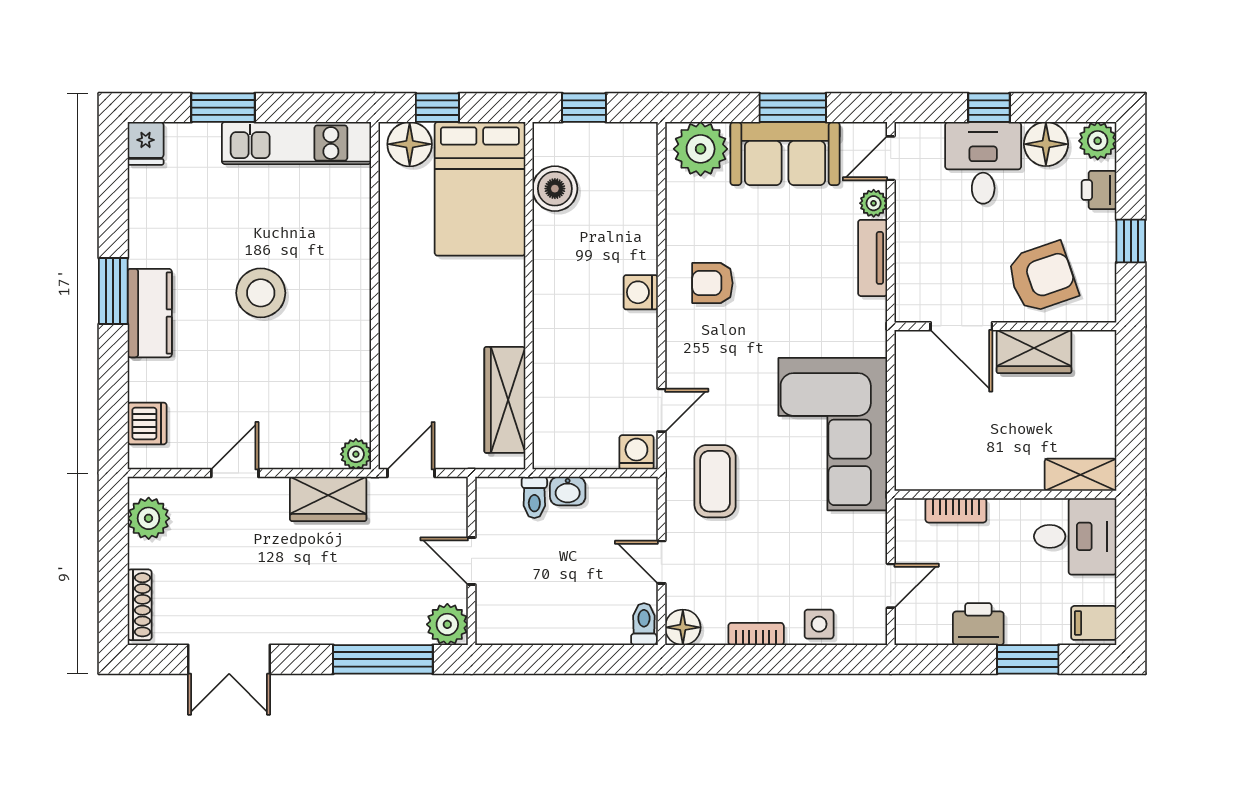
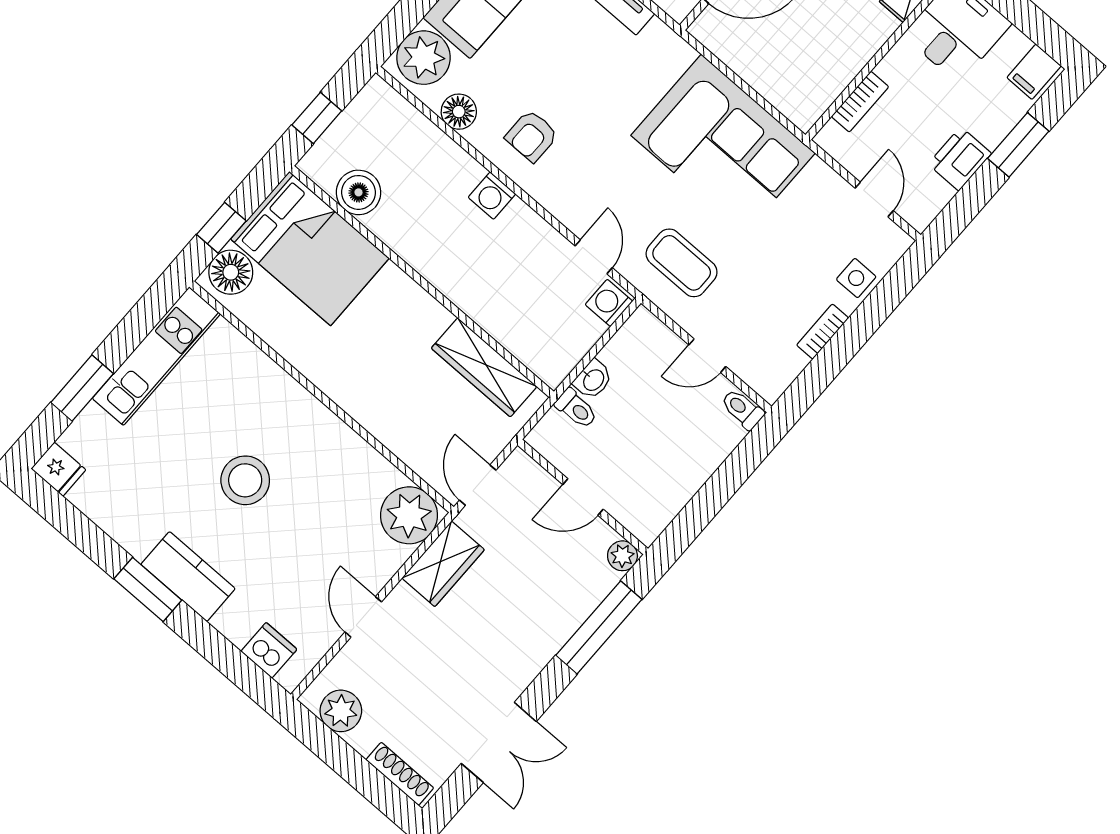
plant: (356, 454) -> (409, 515), width x1.87, depth x1.87
plant: (447, 624) -> (622, 556), width x0.73, depth x0.73
floor lamp: (683, 627) -> (459, 112), moved

